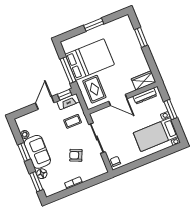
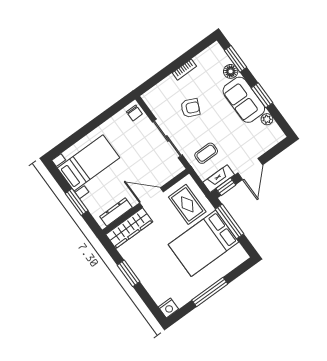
nightstand: (125, 21) -> (168, 308), added
window: (94, 25) -> (210, 292), width x1.44
window: (141, 37) -> (128, 273), moved
wardrobe: (144, 80) -> (129, 228), width x1.50

